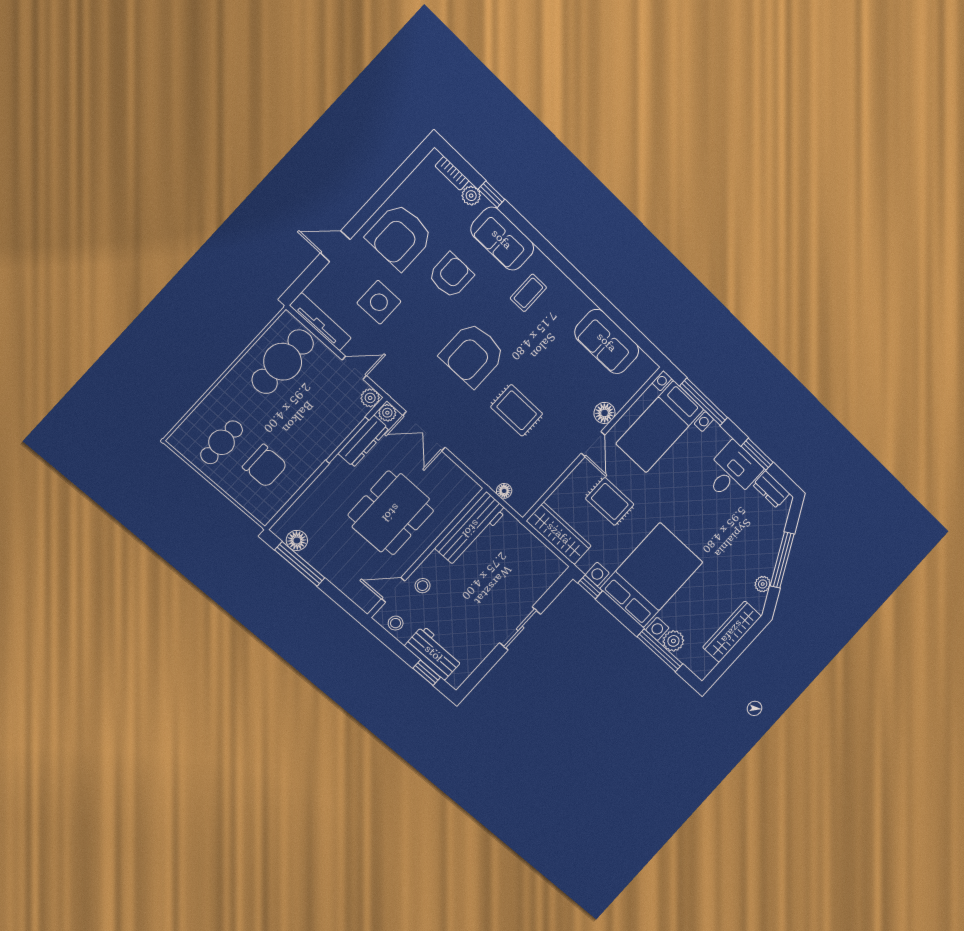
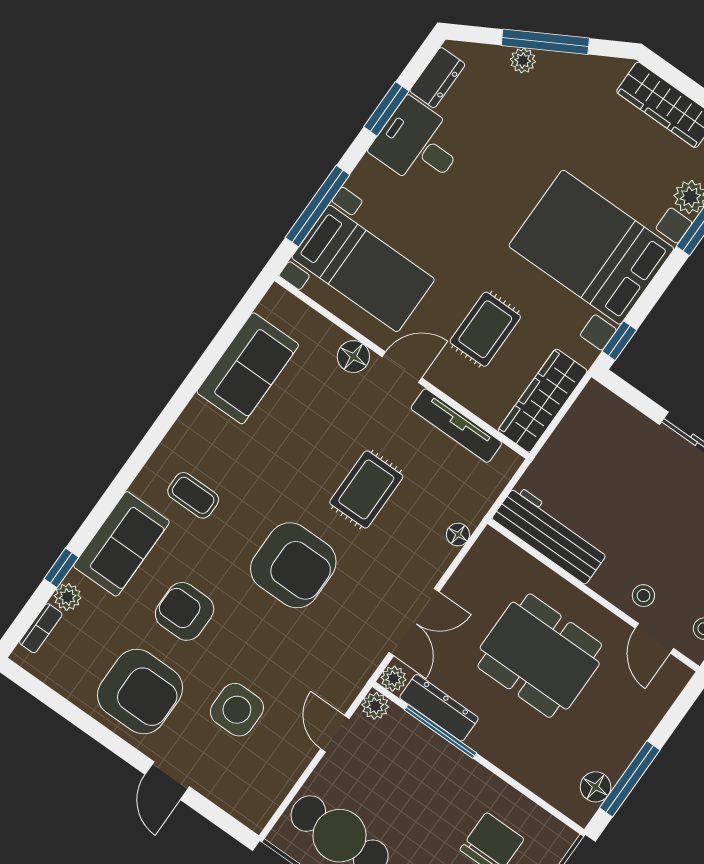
tv unit: (320, 322) -> (456, 426), moved, turned -90
floor lamp: (504, 491) -> (458, 535), moved
plant: (763, 584) -> (523, 61), moved

